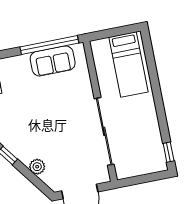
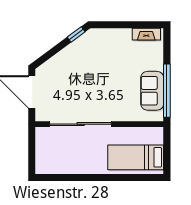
window: (169, 152) -> (51, 177), removed
plant: (37, 167) -> (61, 58), removed

